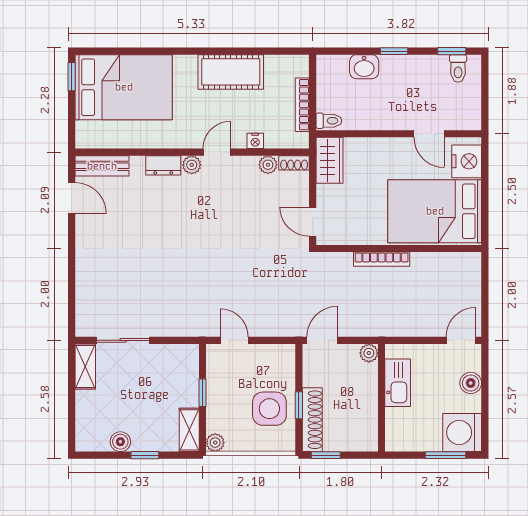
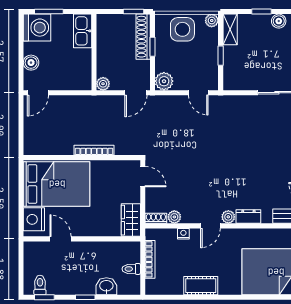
cot: (231, 72) -> (201, 286), width x0.73, depth x0.75
toilet: (329, 121) -> (131, 269), moved
plant: (283, 357) -> (164, 81), added
kitchen sink: (398, 383) -> (83, 31), moved
side table: (269, 409) -> (182, 29), moved

